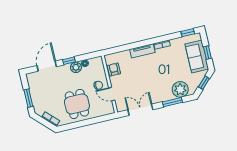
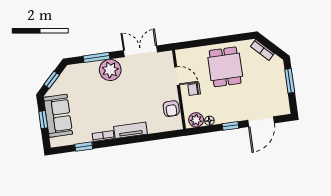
window: (188, 33) -> (84, 147), moved
plant: (76, 67) -> (196, 120), moved
plant: (180, 89) -> (110, 70), moved
double door: (140, 110) -> (140, 51), swing flipped

